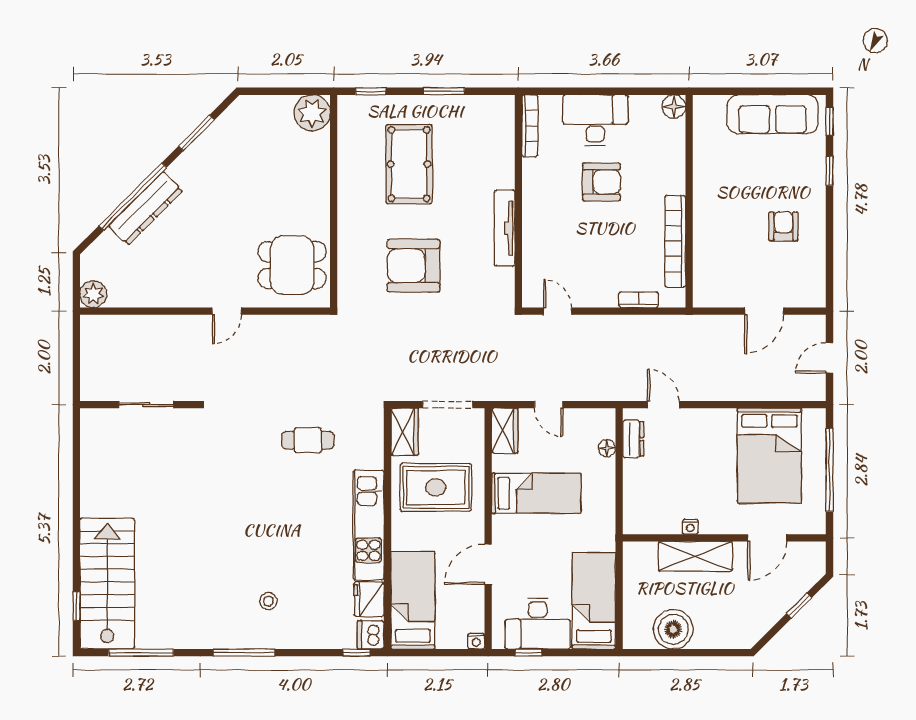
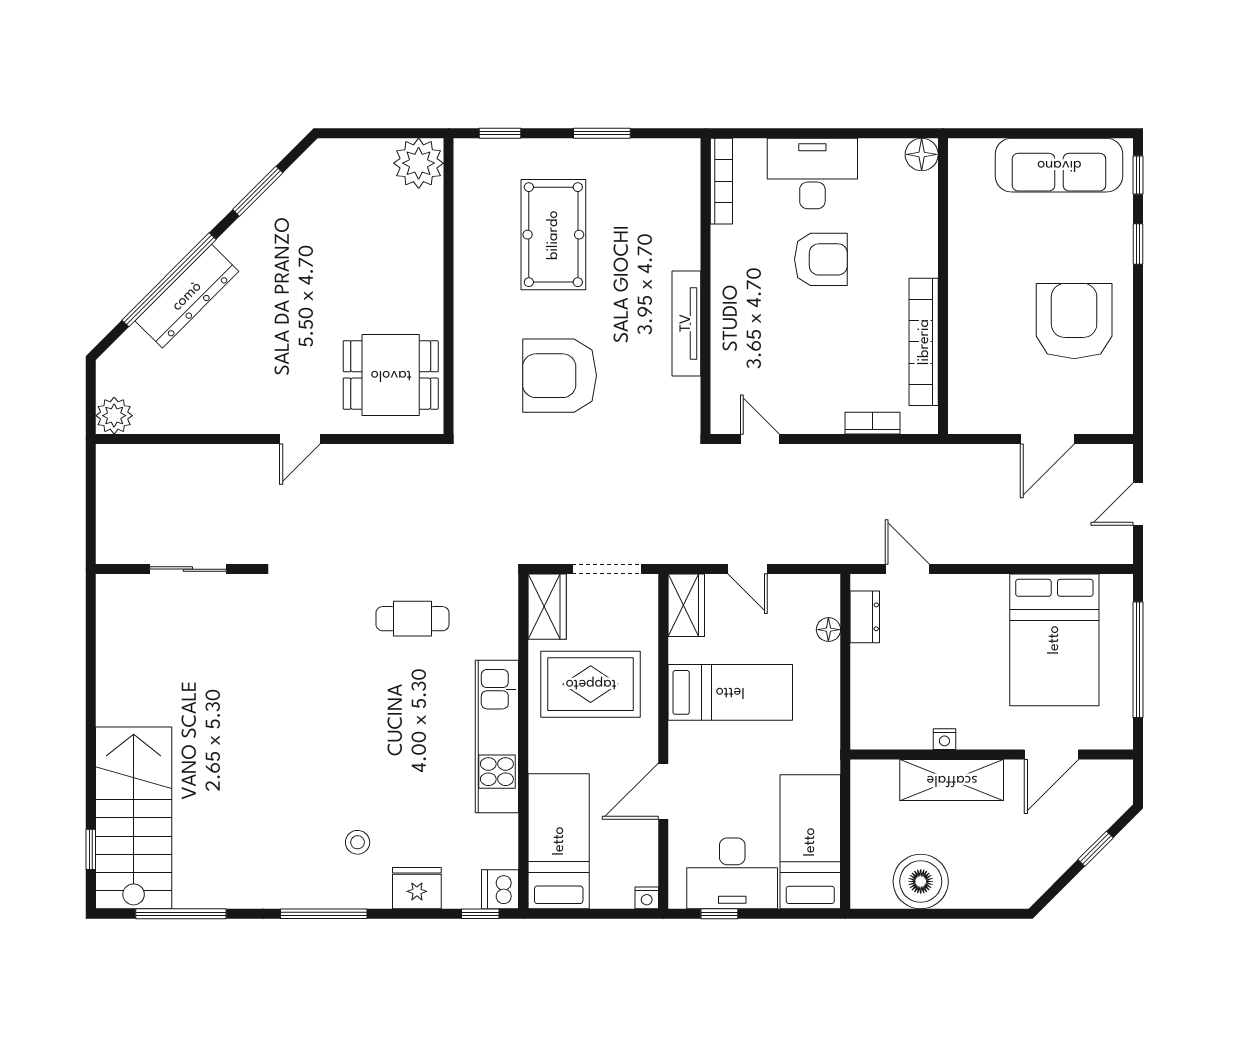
armchair: (783, 226) -> (1074, 321), width x1.88, depth x1.88
fridge: (369, 599) -> (417, 888), moved, turned 90

